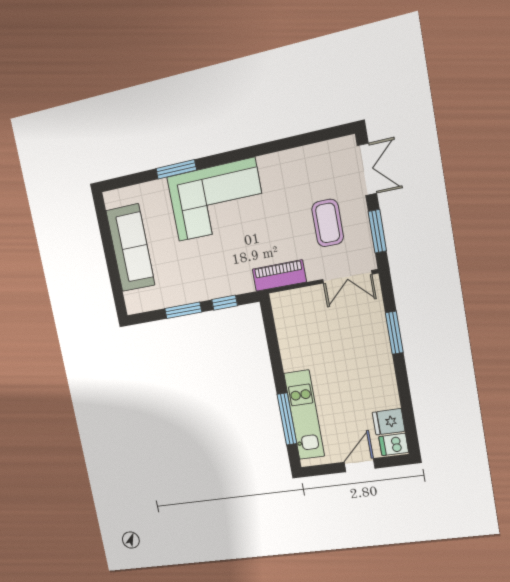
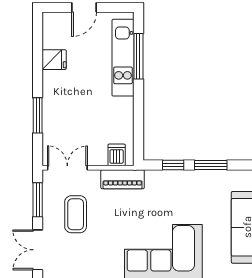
fridge: (389, 422) -> (54, 60), moved
dishwasher: (394, 444) -> (117, 155), moved, turned -90

